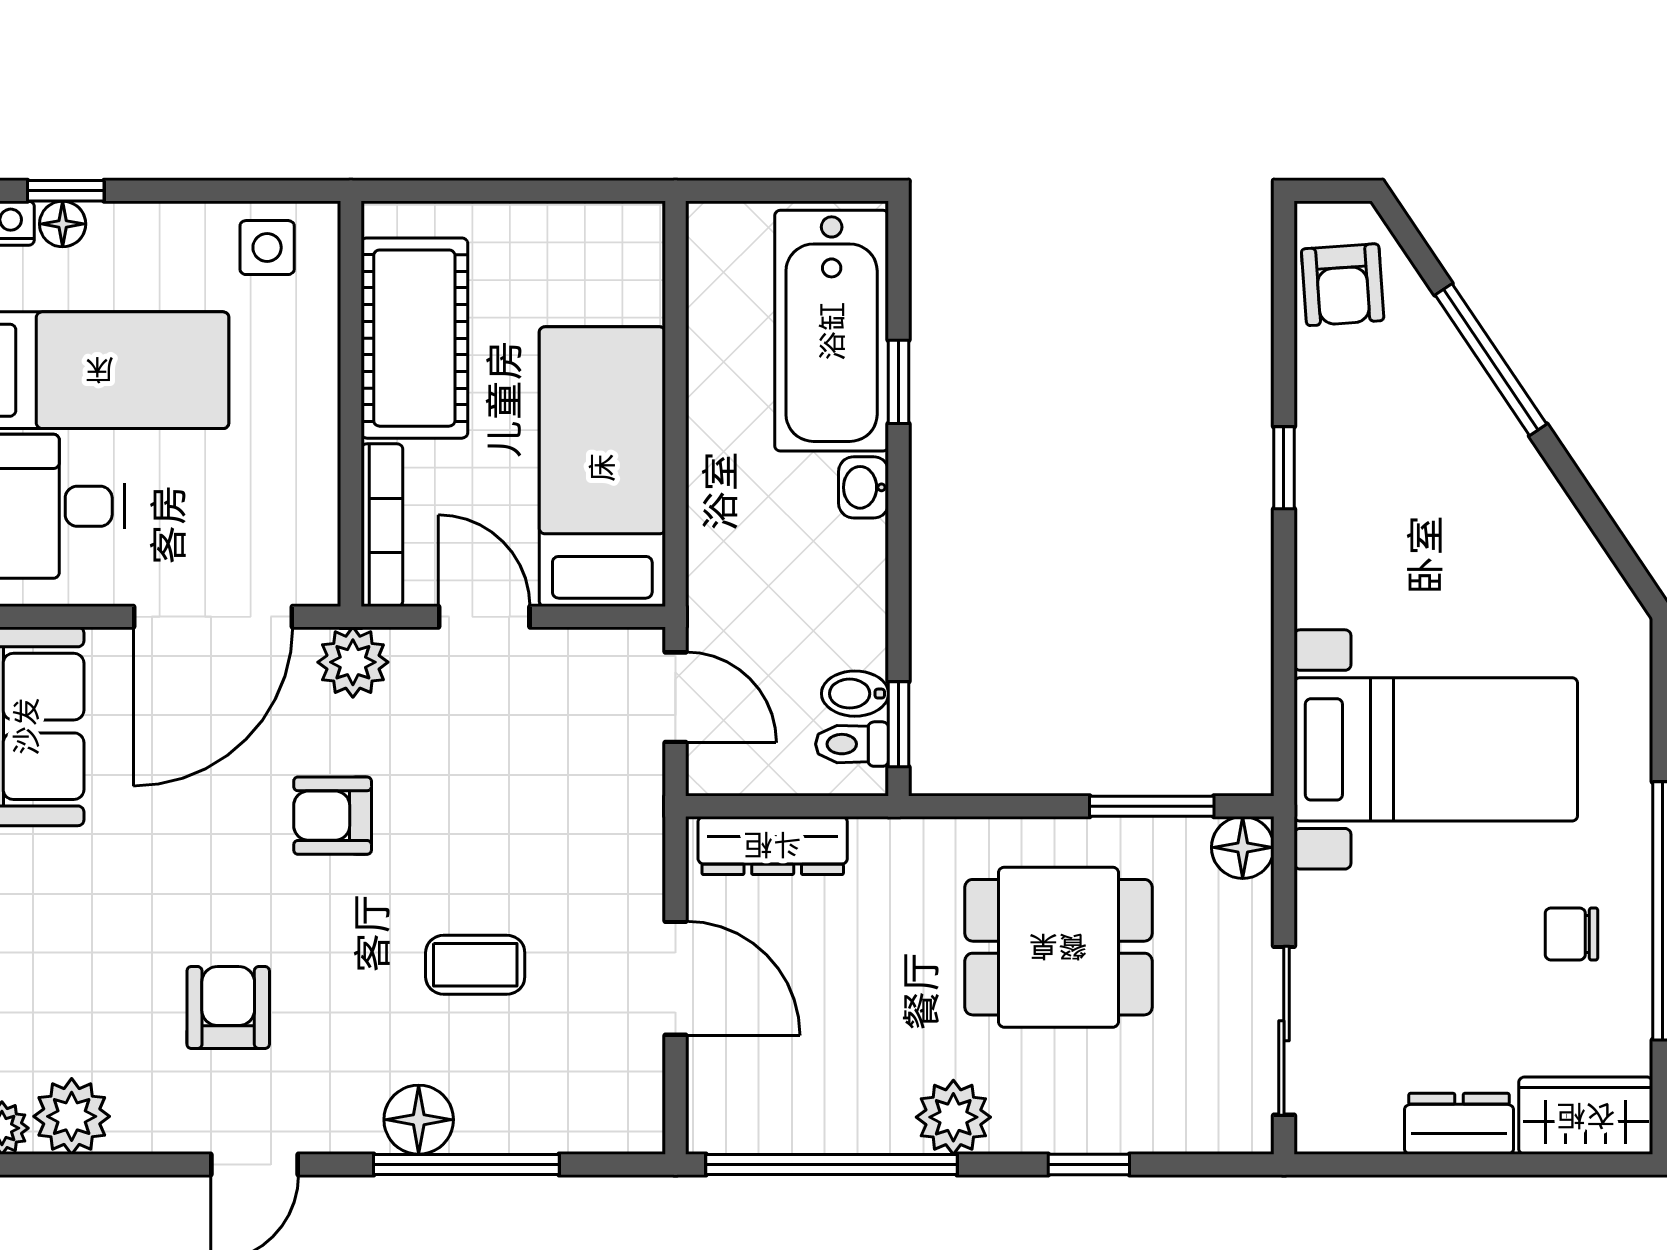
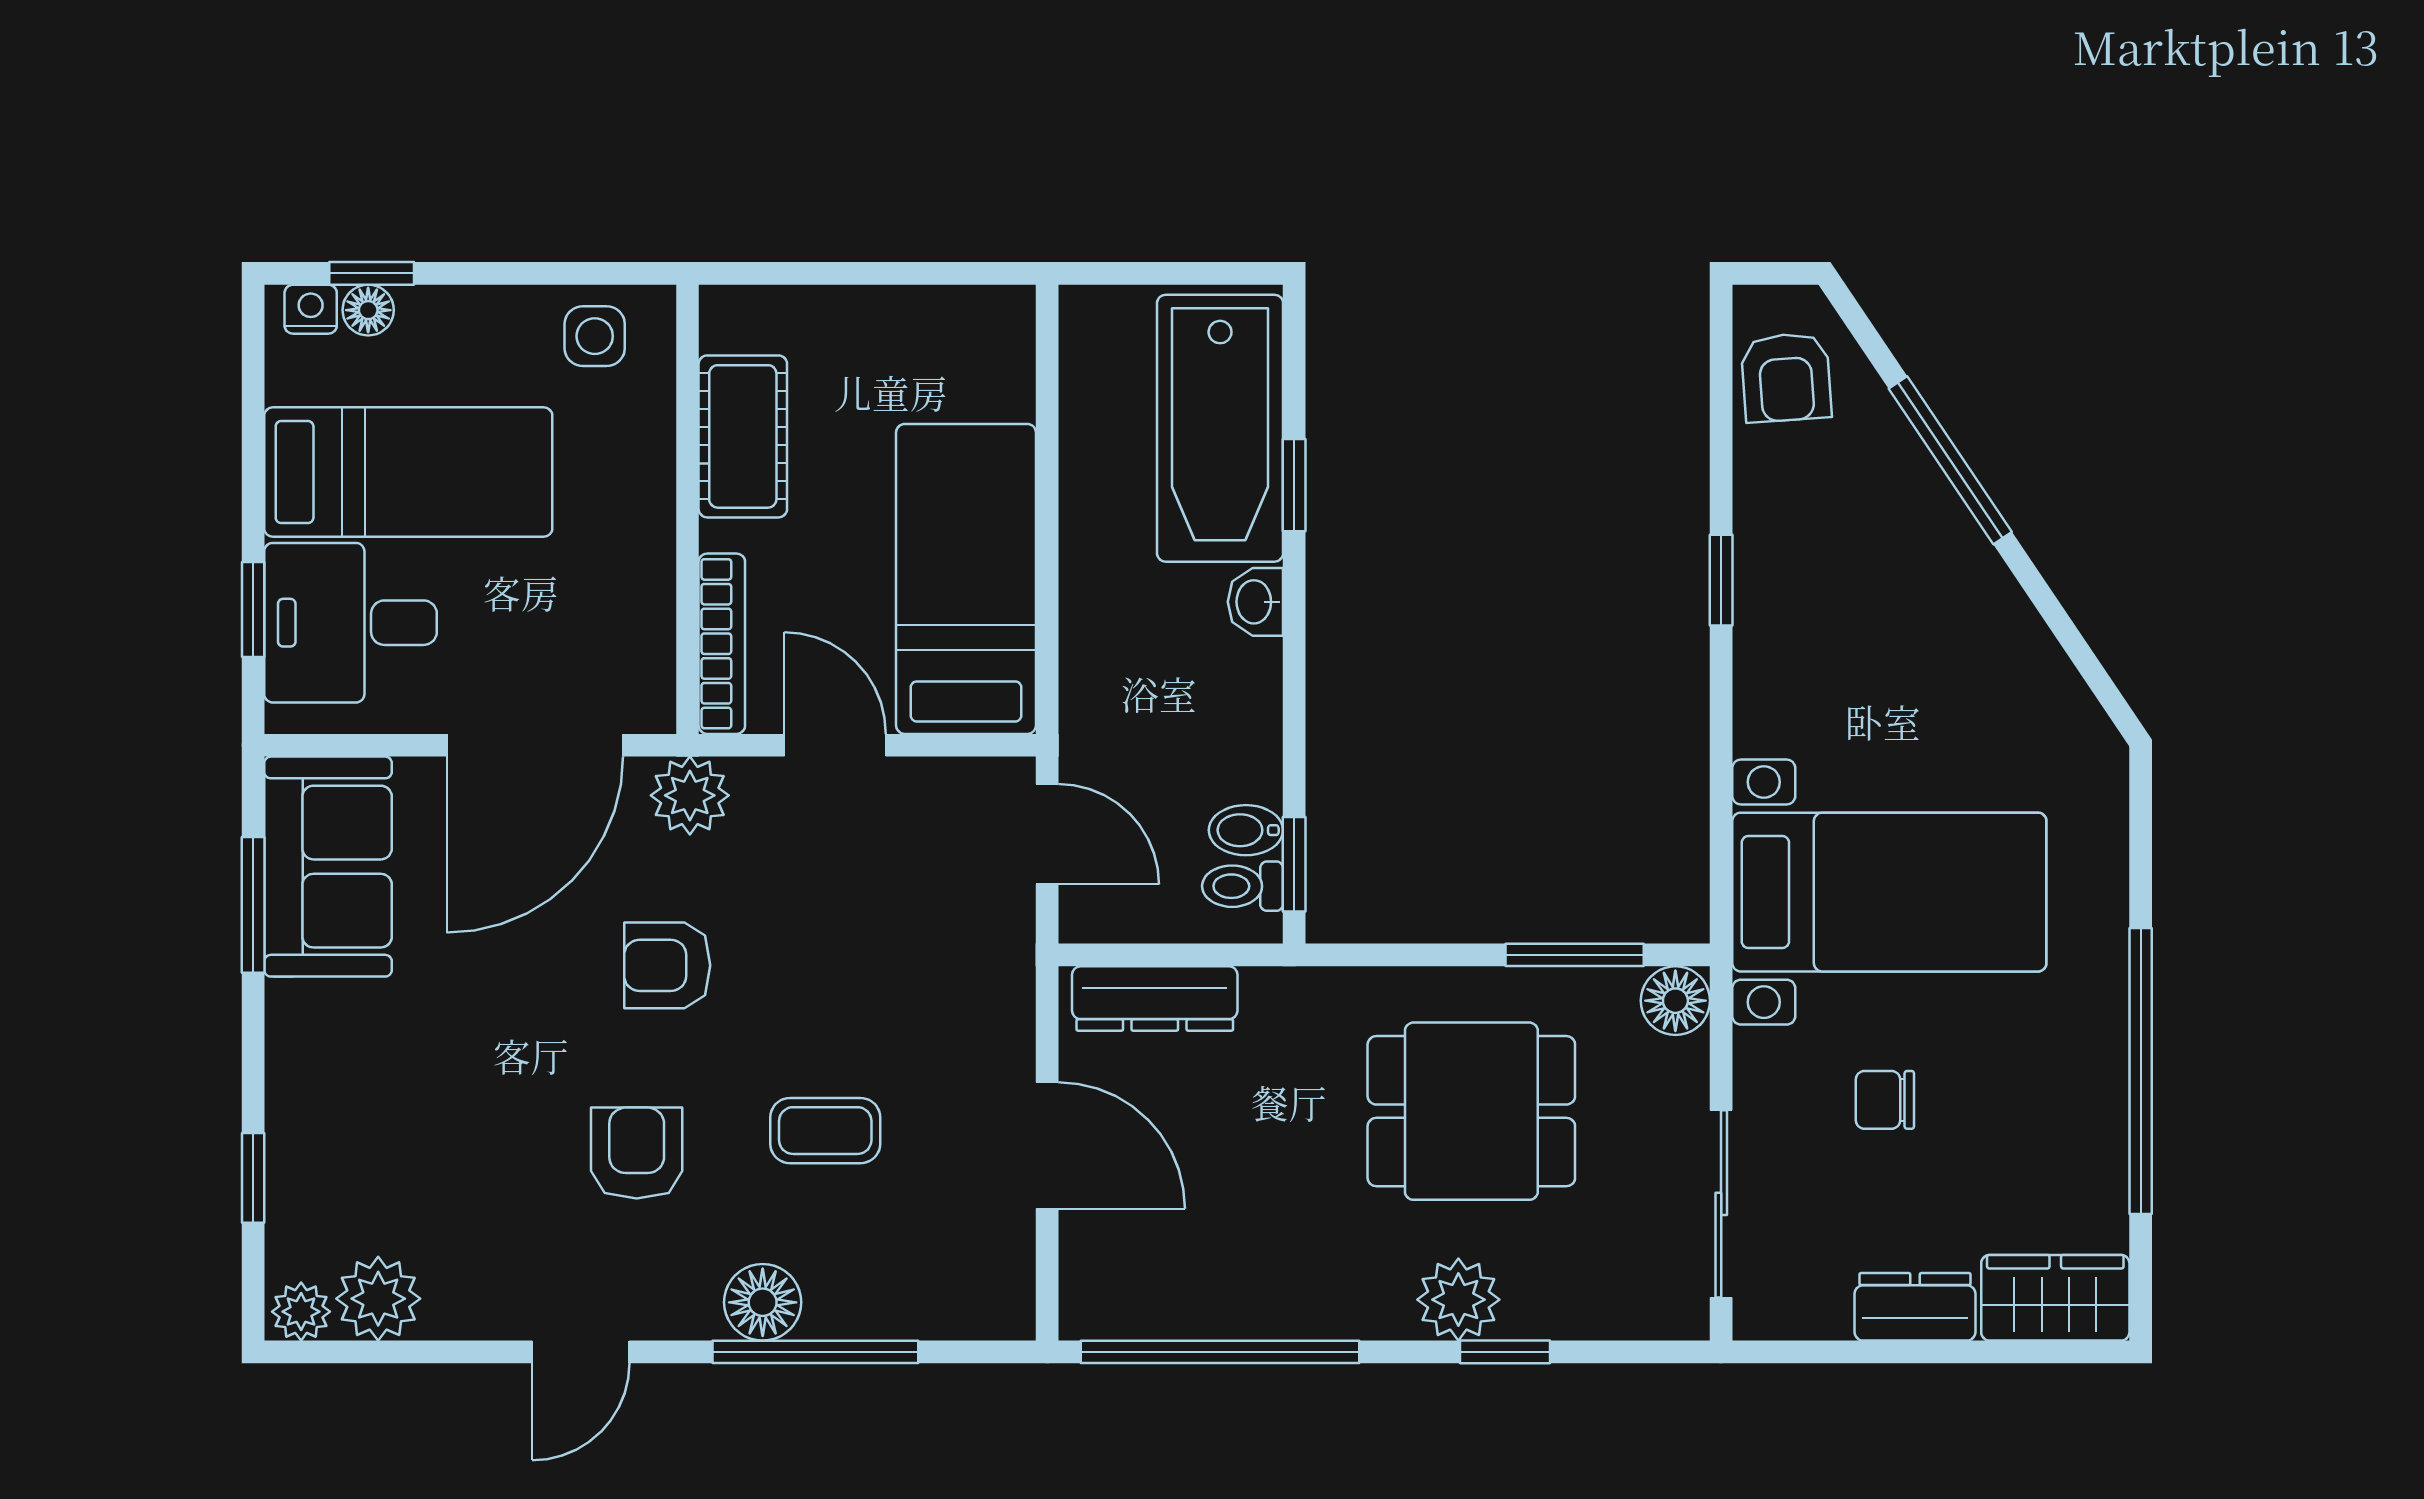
cot: (414, 338) -> (743, 436), width x0.73, depth x0.75
chair: (1572, 934) -> (1885, 1100), moved
armchair: (228, 1008) -> (637, 1153), moved
plant: (953, 1117) -> (1458, 1300), moved

